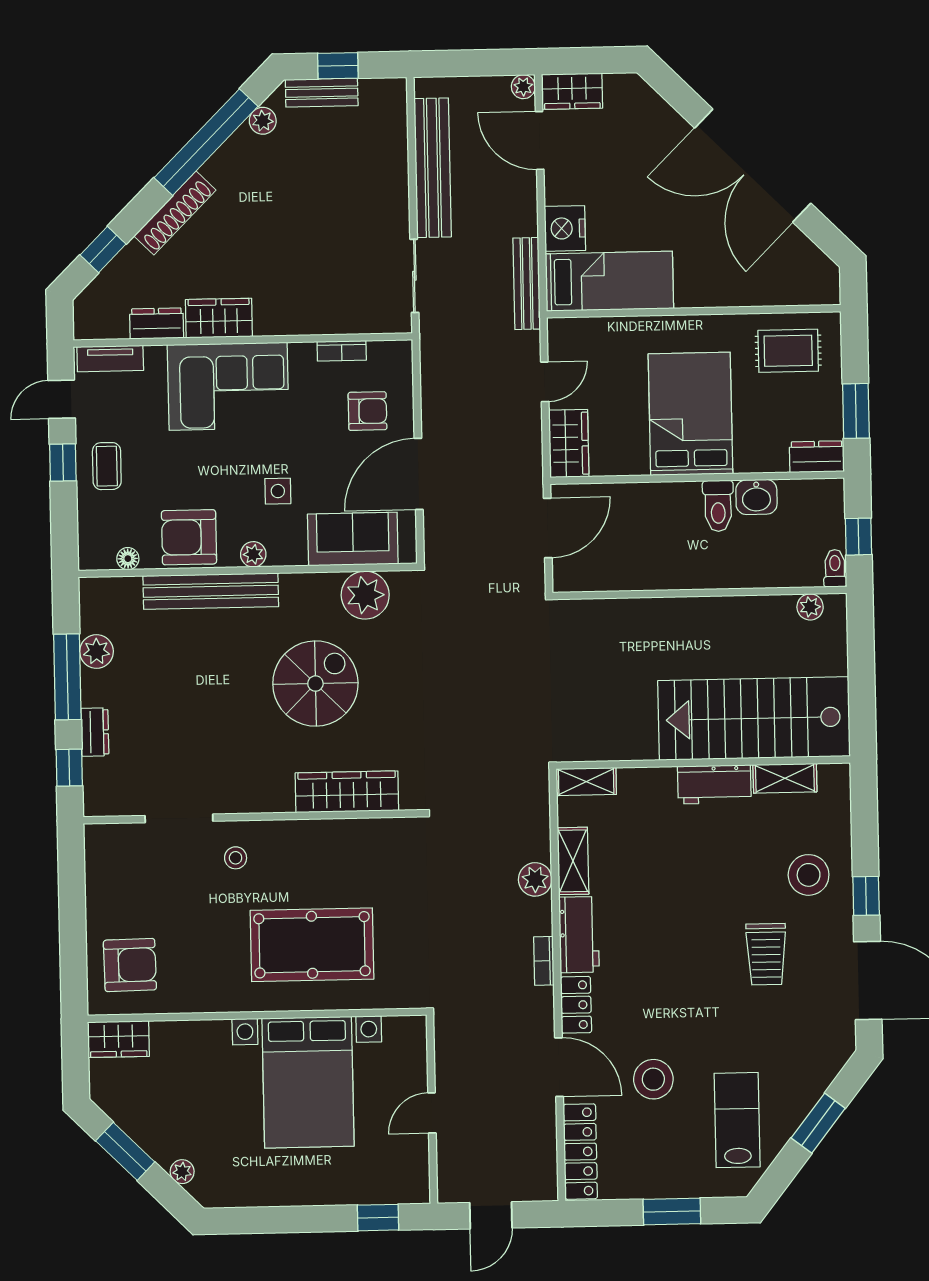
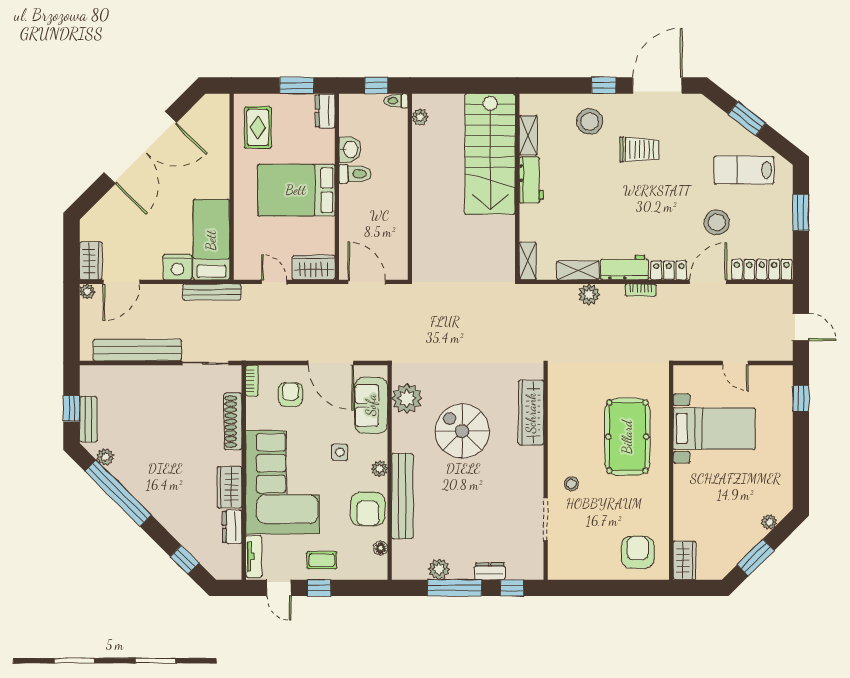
shoe rack: (175, 213) -> (233, 421), moved, turned -135
bookcase: (342, 351) -> (252, 381), moved
corner sofa: (228, 386) -> (283, 482), width x1.36, depth x1.36
bed with nightstands: (308, 1082) -> (714, 429), width x0.73

